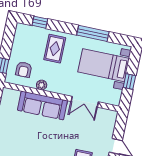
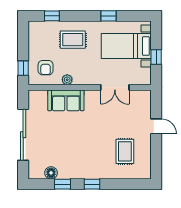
window: (93, 33) -> (108, 16), width x0.46
rug: (55, 49) -> (73, 40), turned 90
sofa: (42, 105) -> (66, 100), width x0.73

